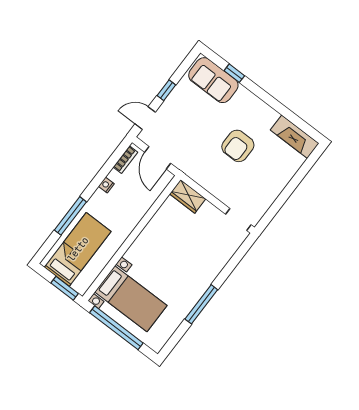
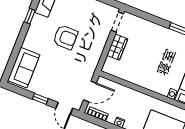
window: (234, 73) -> (30, 16), moved
wardrobe: (188, 196) -> (117, 47), moved

